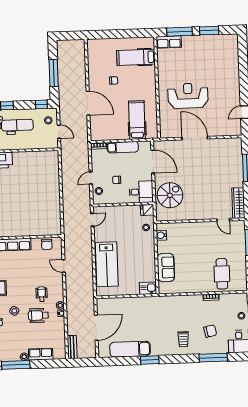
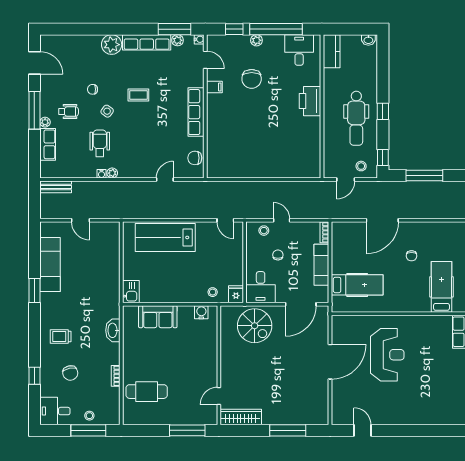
wheelchair: (42, 294) -> (68, 112), moved
washbasin: (177, 301) -> (113, 330), added
door: (96, 328) -> (80, 220), width x0.53
window: (213, 358) -> (34, 376), width x0.46

